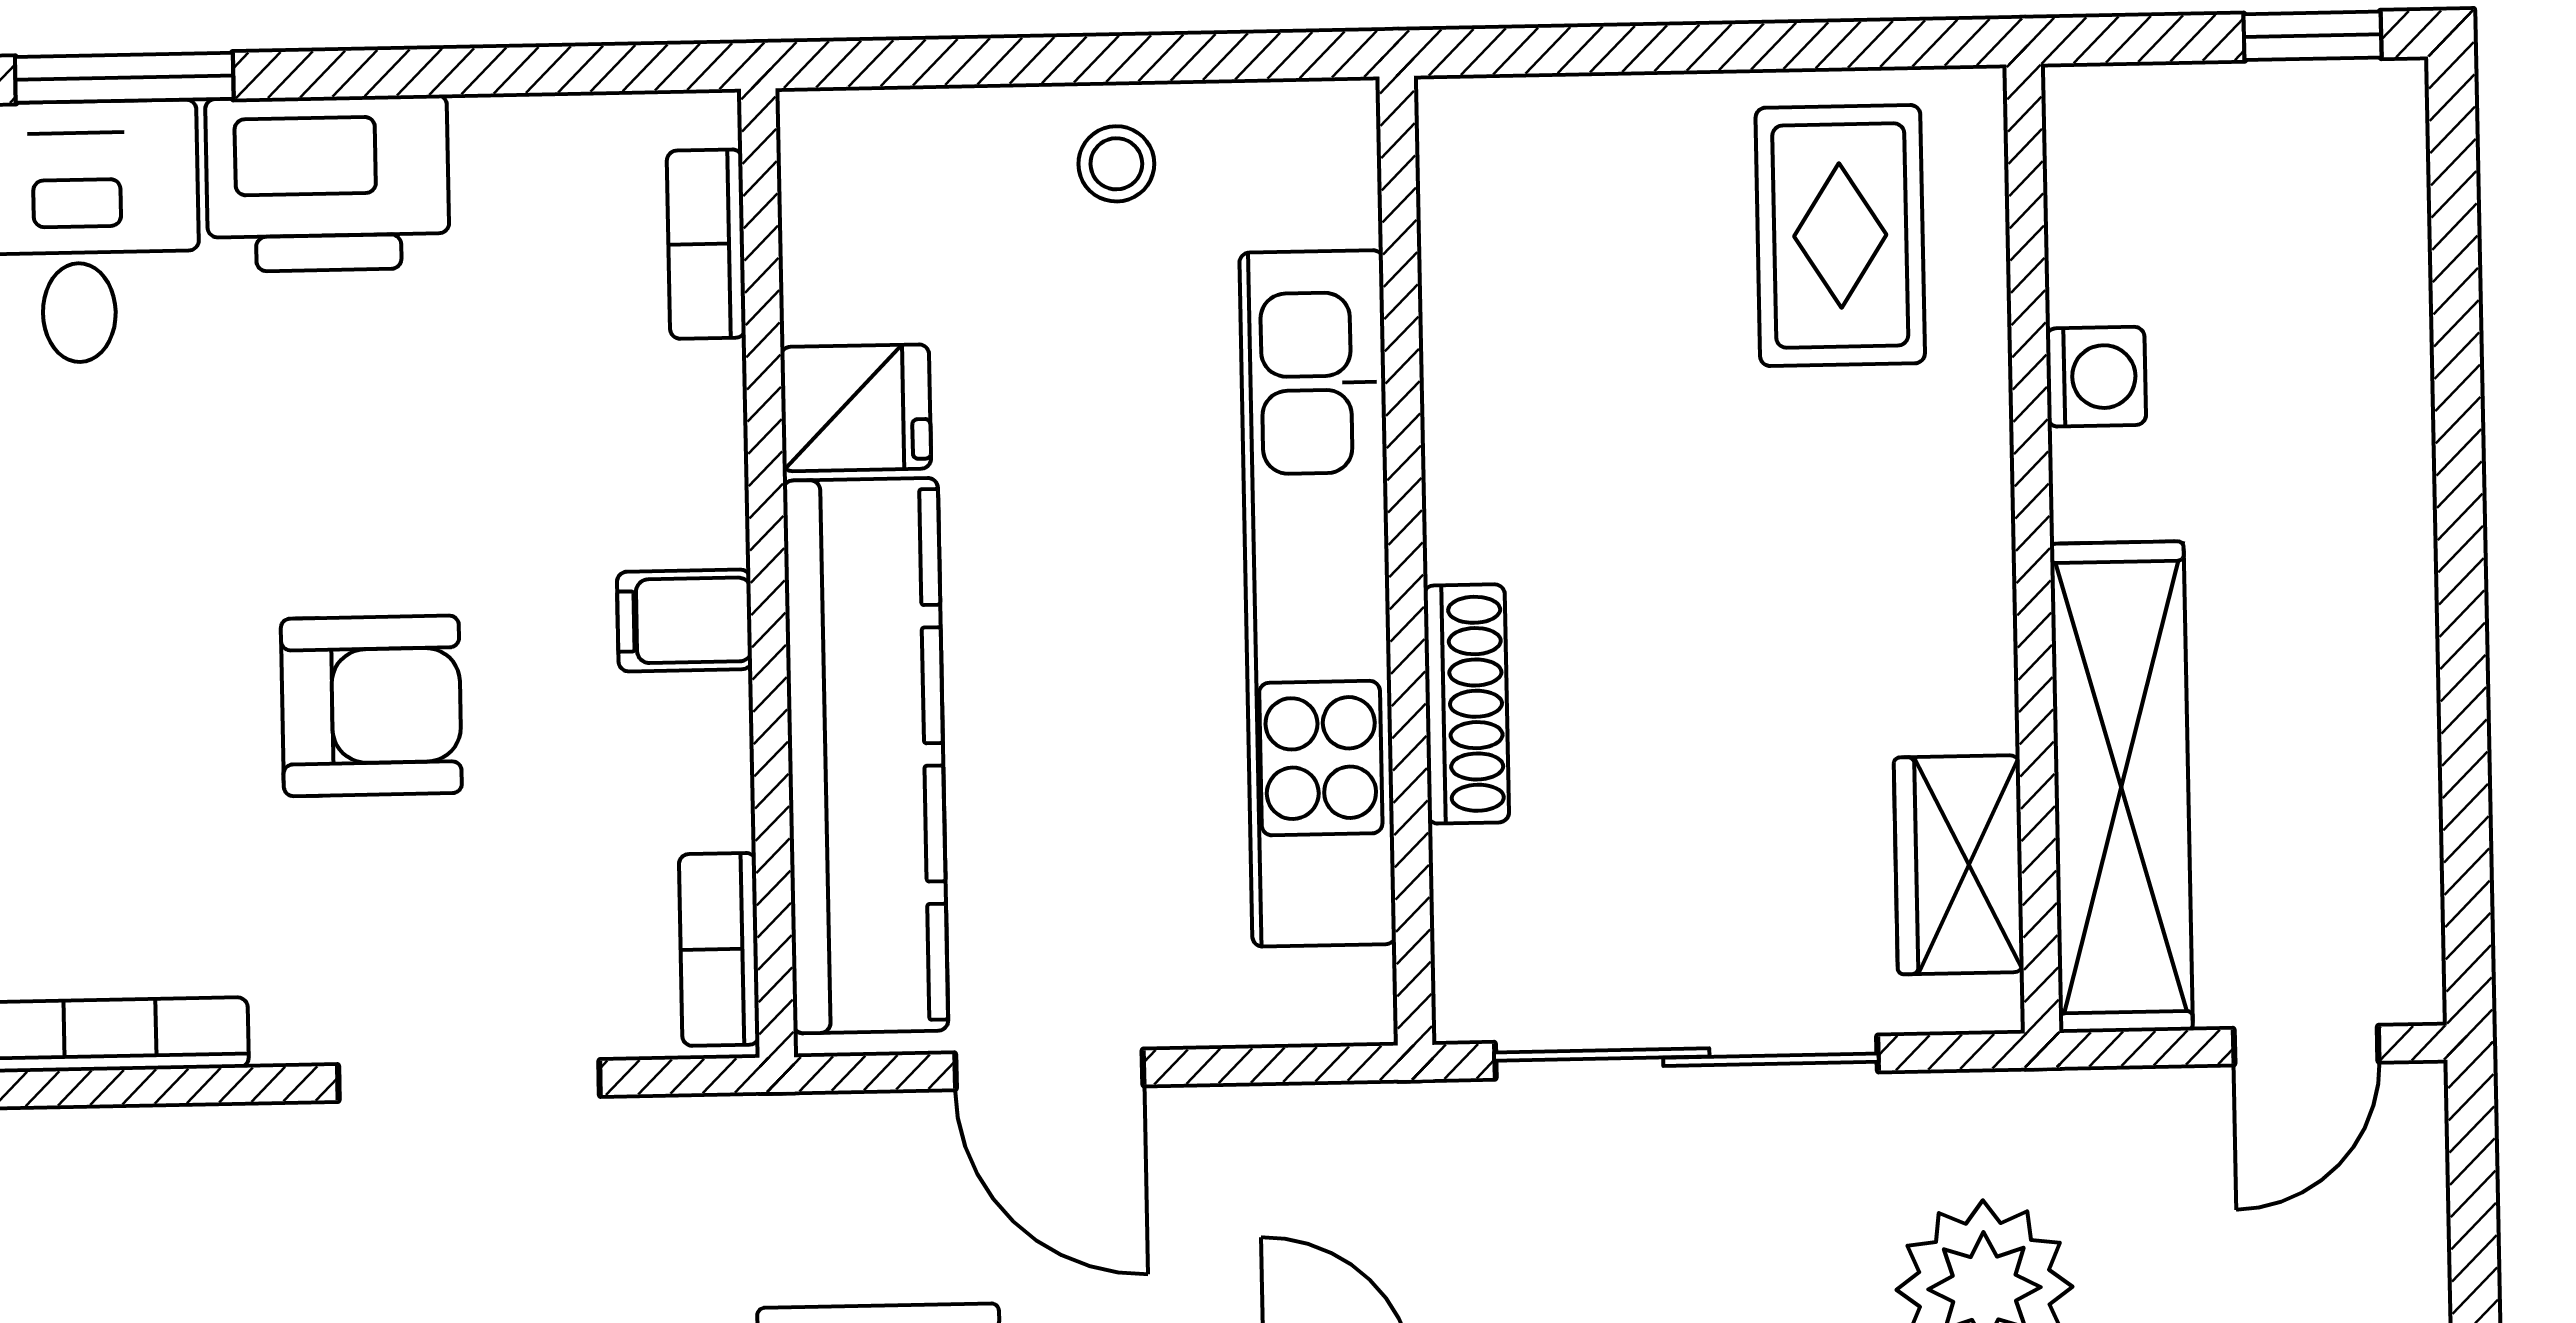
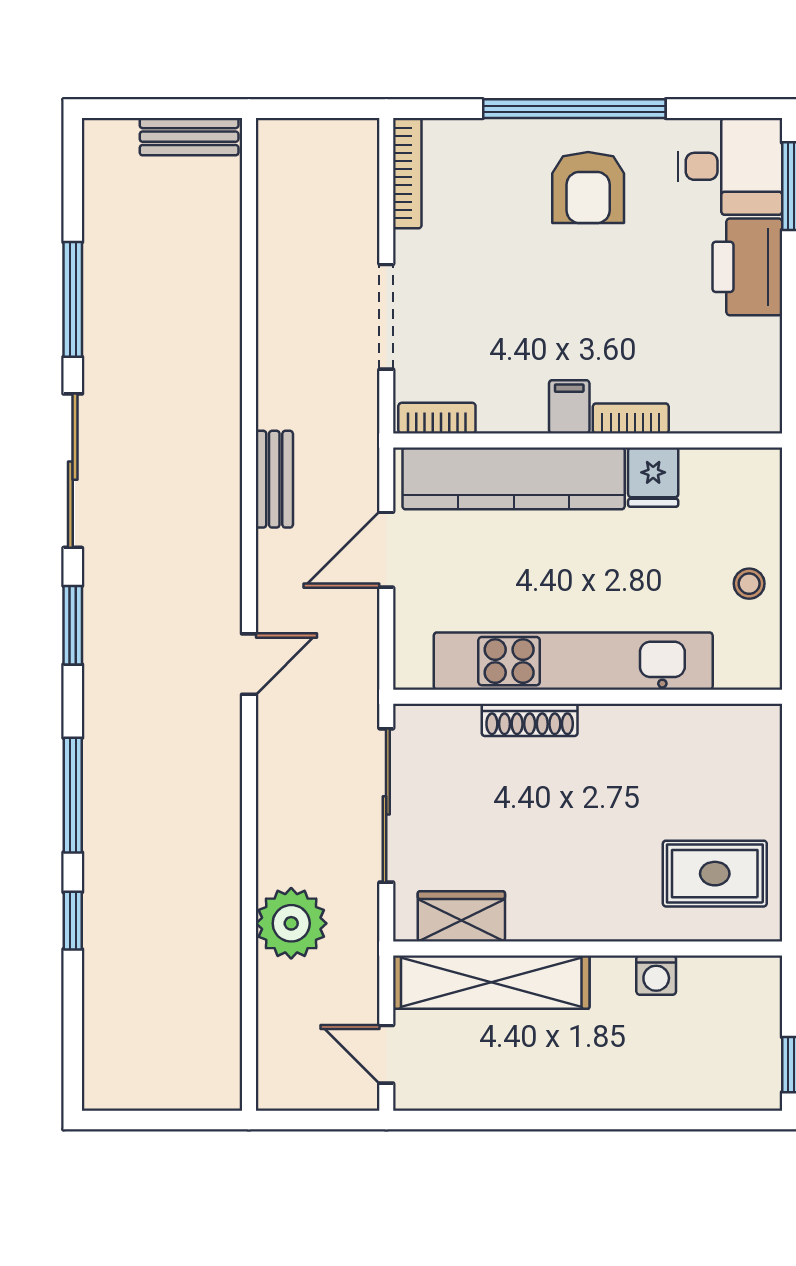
bookcase: (706, 244) -> (631, 418), moved
armchair: (371, 706) -> (588, 188), moved

